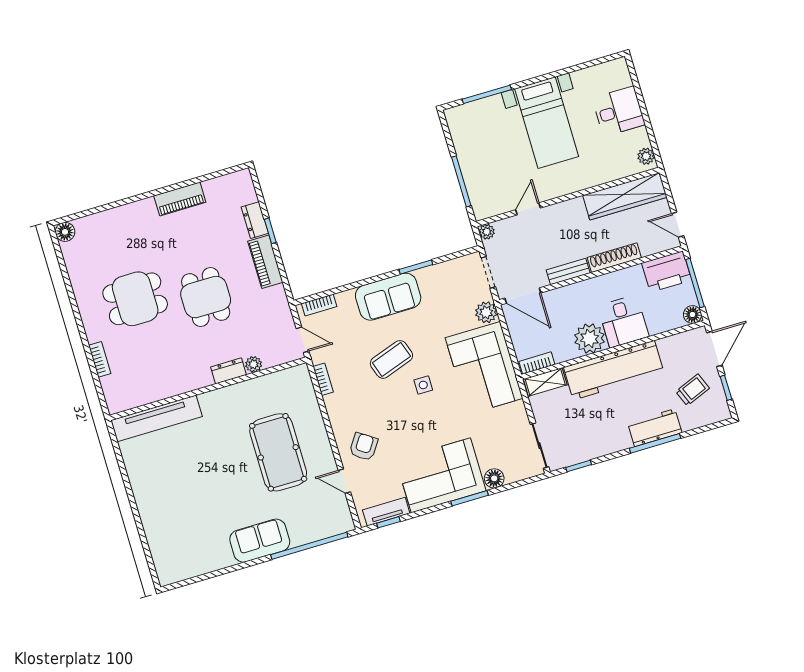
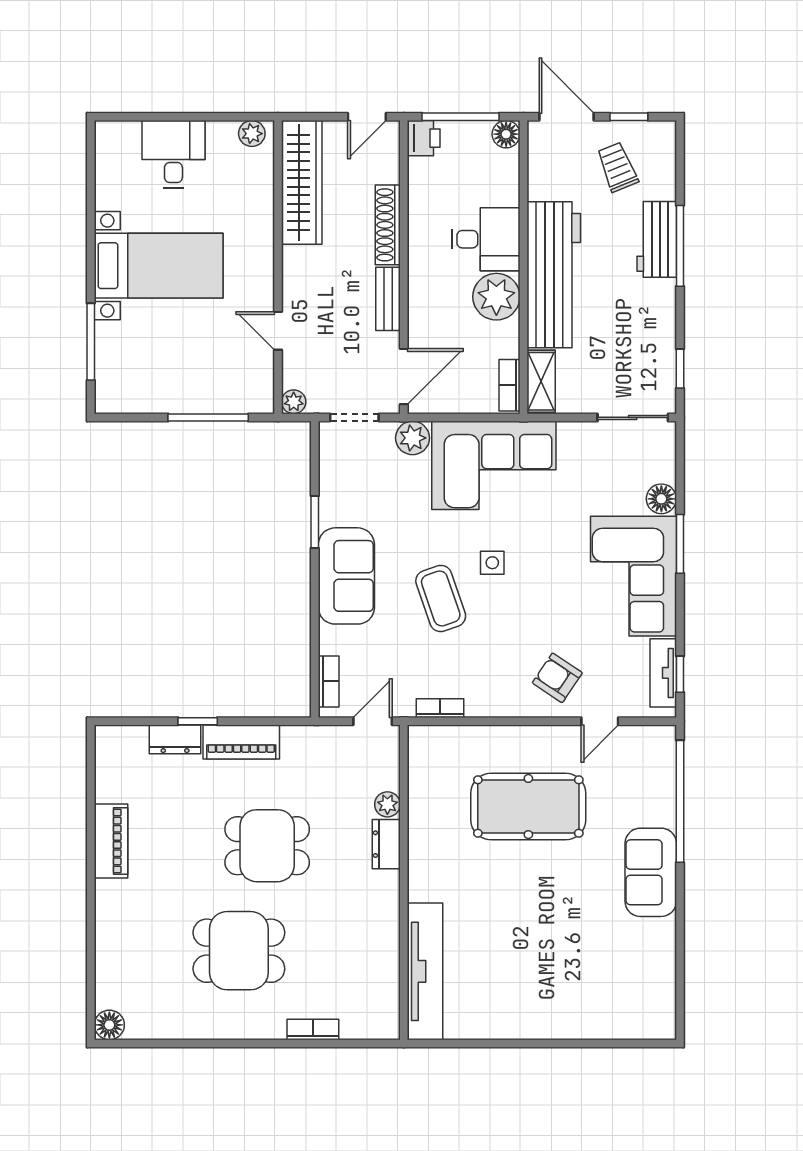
printer: (667, 272) -> (424, 138), width x0.53, depth x0.68
dining table: (135, 299) -> (239, 951), turned 90

